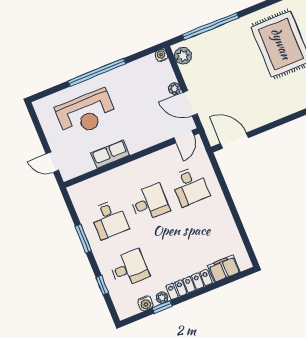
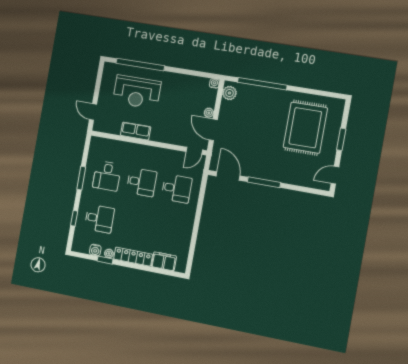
window: (97, 72) -> (140, 65), moved
window: (274, 124) -> (264, 182), added
desk: (190, 186) -> (177, 188), turned -90

